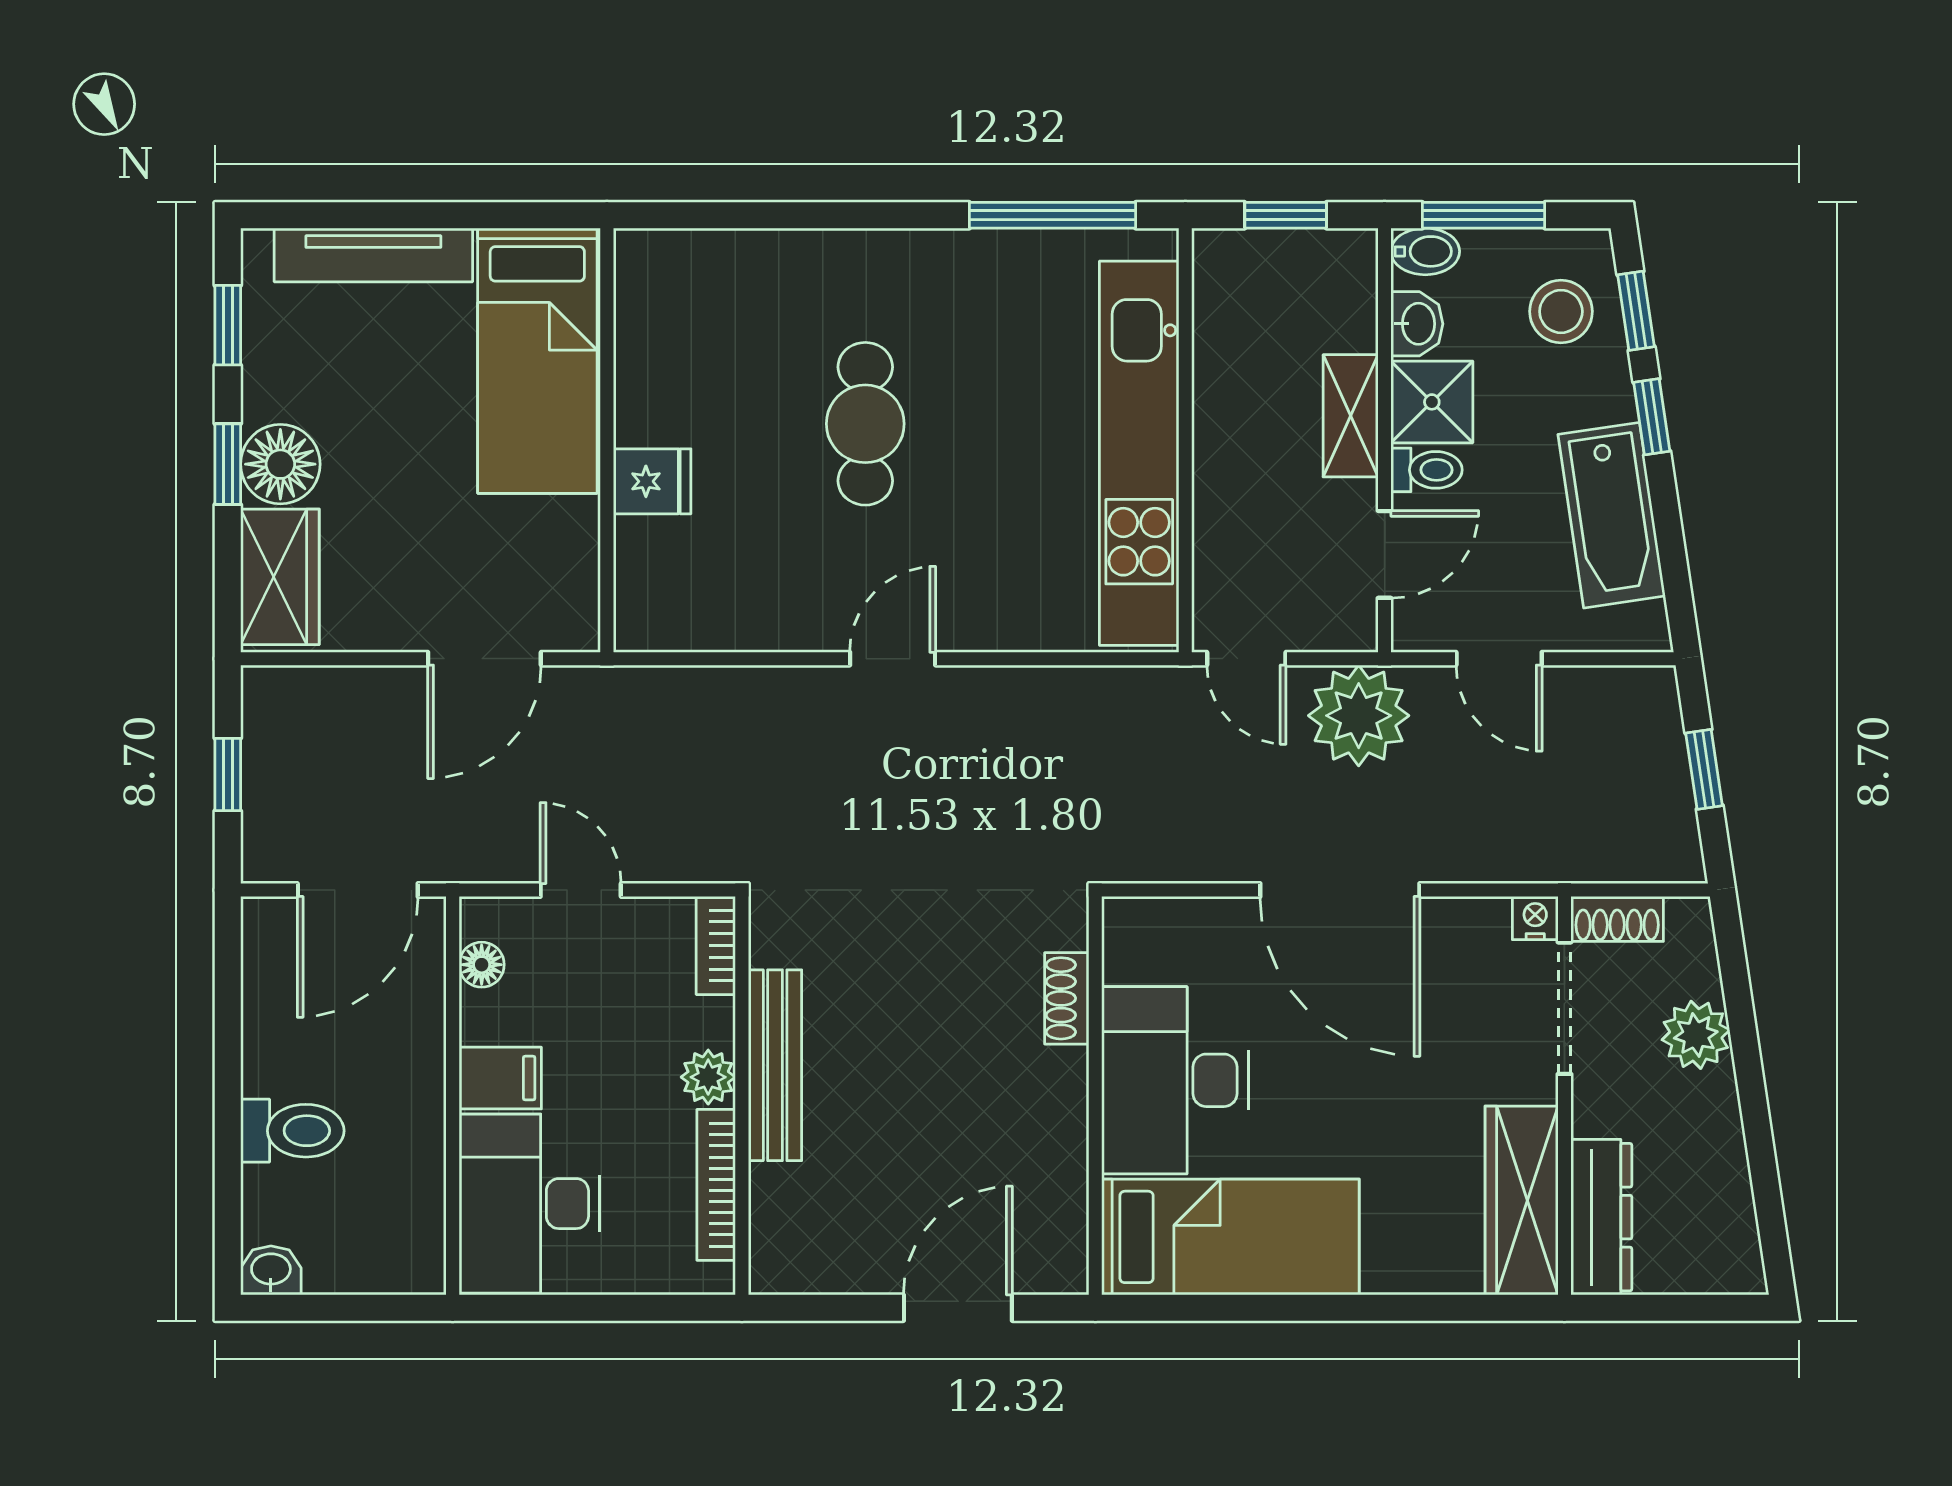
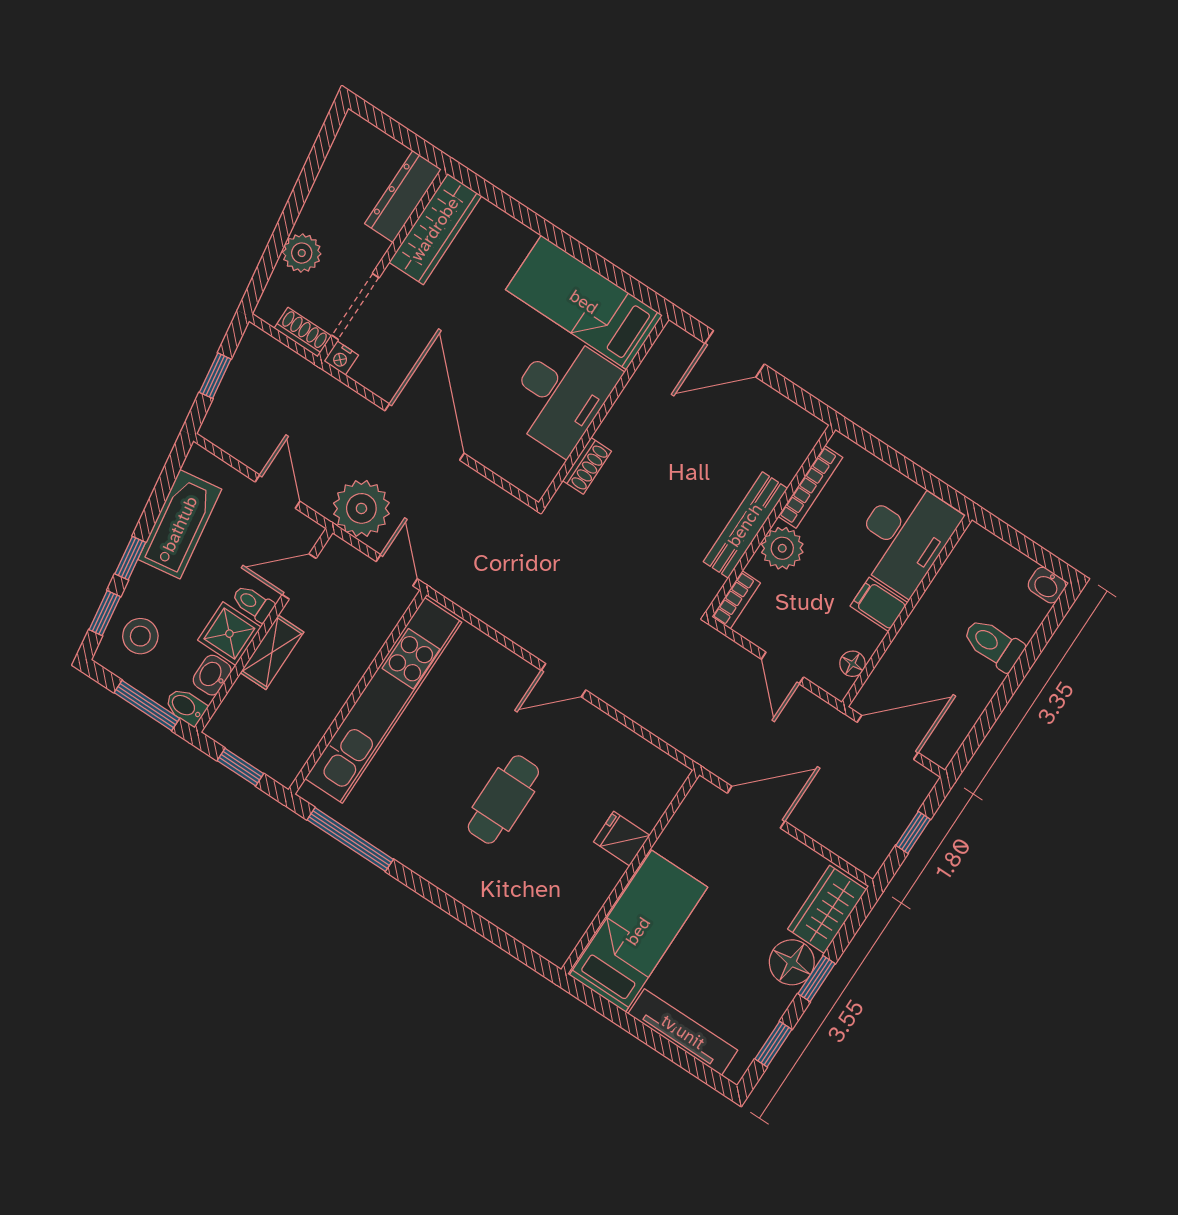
plant: (708, 1077) -> (782, 548), width x1.38, depth x1.38

